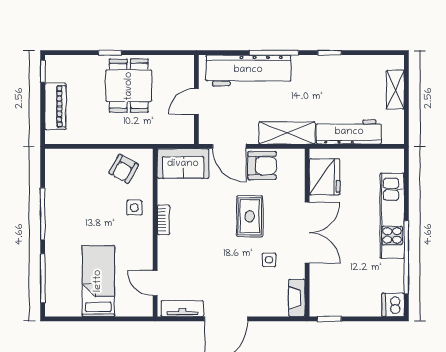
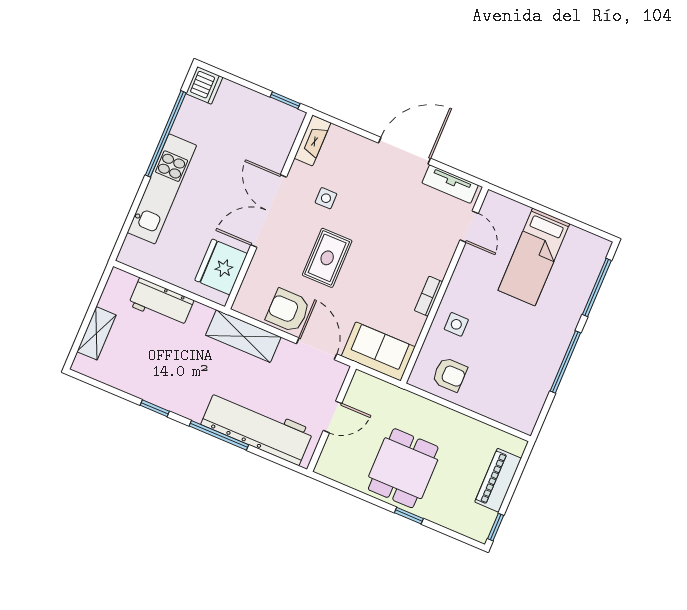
workbench: (349, 132) -> (161, 303), width x0.73
armchair: (124, 169) -> (450, 375), turned 61

